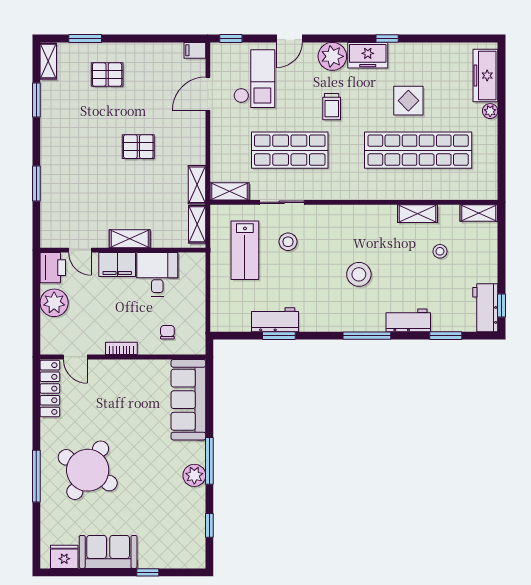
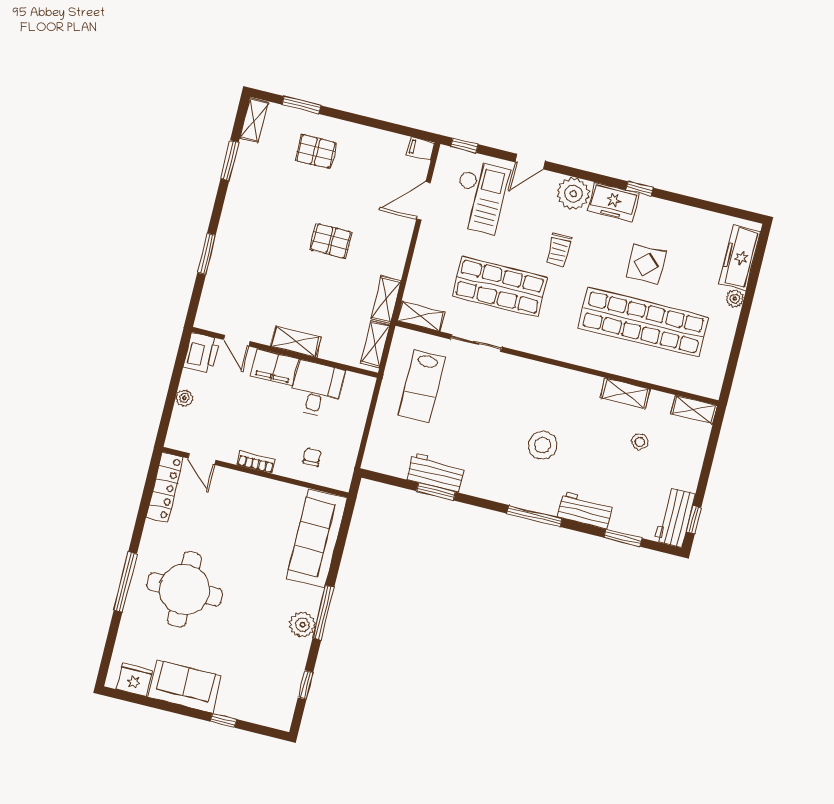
stool: (288, 242) -> (472, 389), removed
plant: (54, 303) -> (184, 398), width x0.53, depth x0.53
round table: (88, 470) -> (185, 589), turned -31

